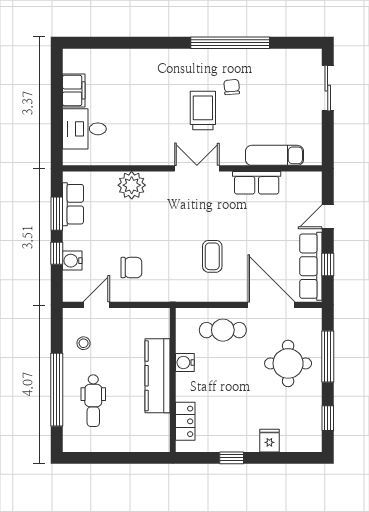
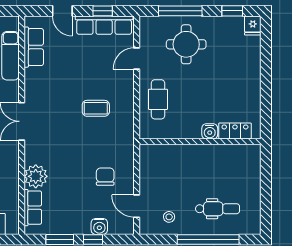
row of seats: (257, 183) -> (34, 47), moved
row of seats: (73, 204) -> (33, 208), moved, turned 90
door: (271, 305) -> (137, 58), width x0.53
water cooler: (185, 363) -> (210, 131), moved
kitchen counter: (157, 376) -> (196, 155), removed
fridge: (269, 441) -> (253, 25), moved, turned -90
window: (232, 458) -> (266, 92), removed

